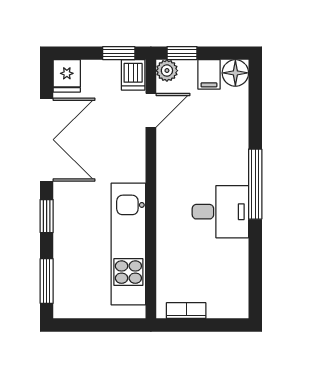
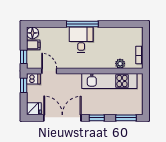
plant: (167, 71) -> (120, 64), moved
desk: (220, 212) -> (81, 40), moved

